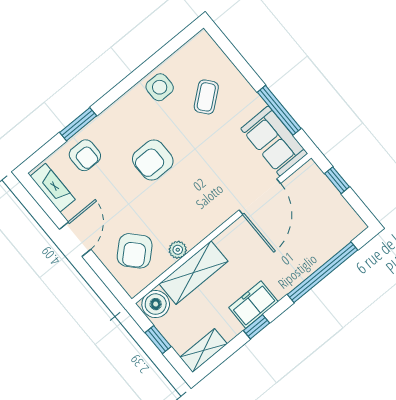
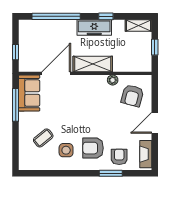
side table: (160, 87) -> (66, 150), moved
armchair: (153, 160) -> (93, 148), moved, turned 180
armchair: (135, 251) -> (132, 96), turned 148
shelving: (193, 273) -> (93, 64), moved
boiler: (156, 304) -> (143, 64), removed
freezer: (253, 305) -> (94, 27), width x1.40

